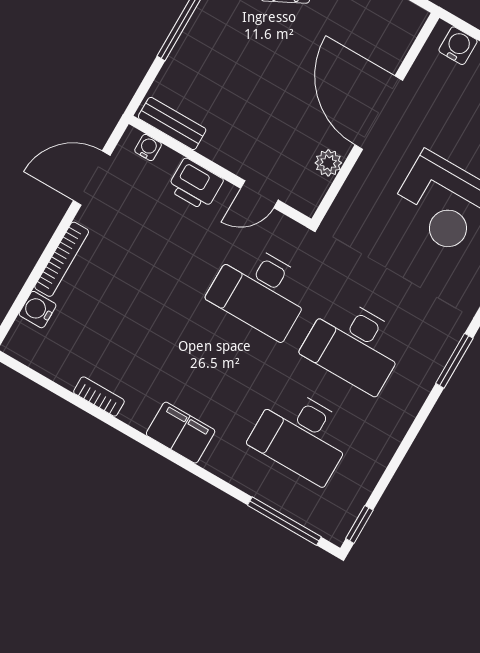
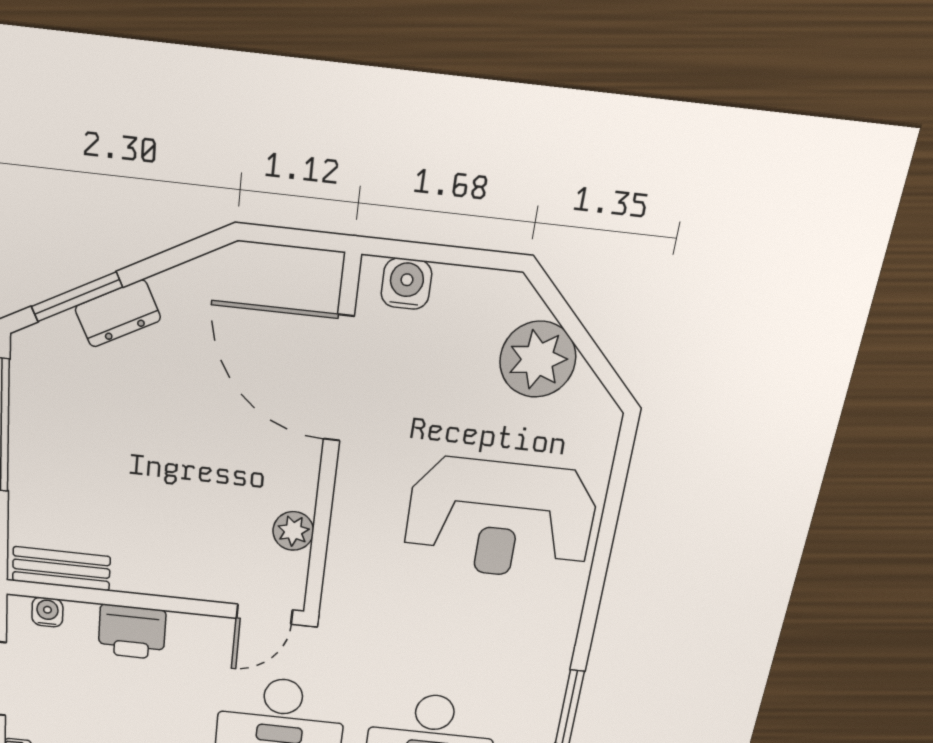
door: (379, 113) -> (339, 379), moved
door: (259, 194) -> (264, 614), moved

